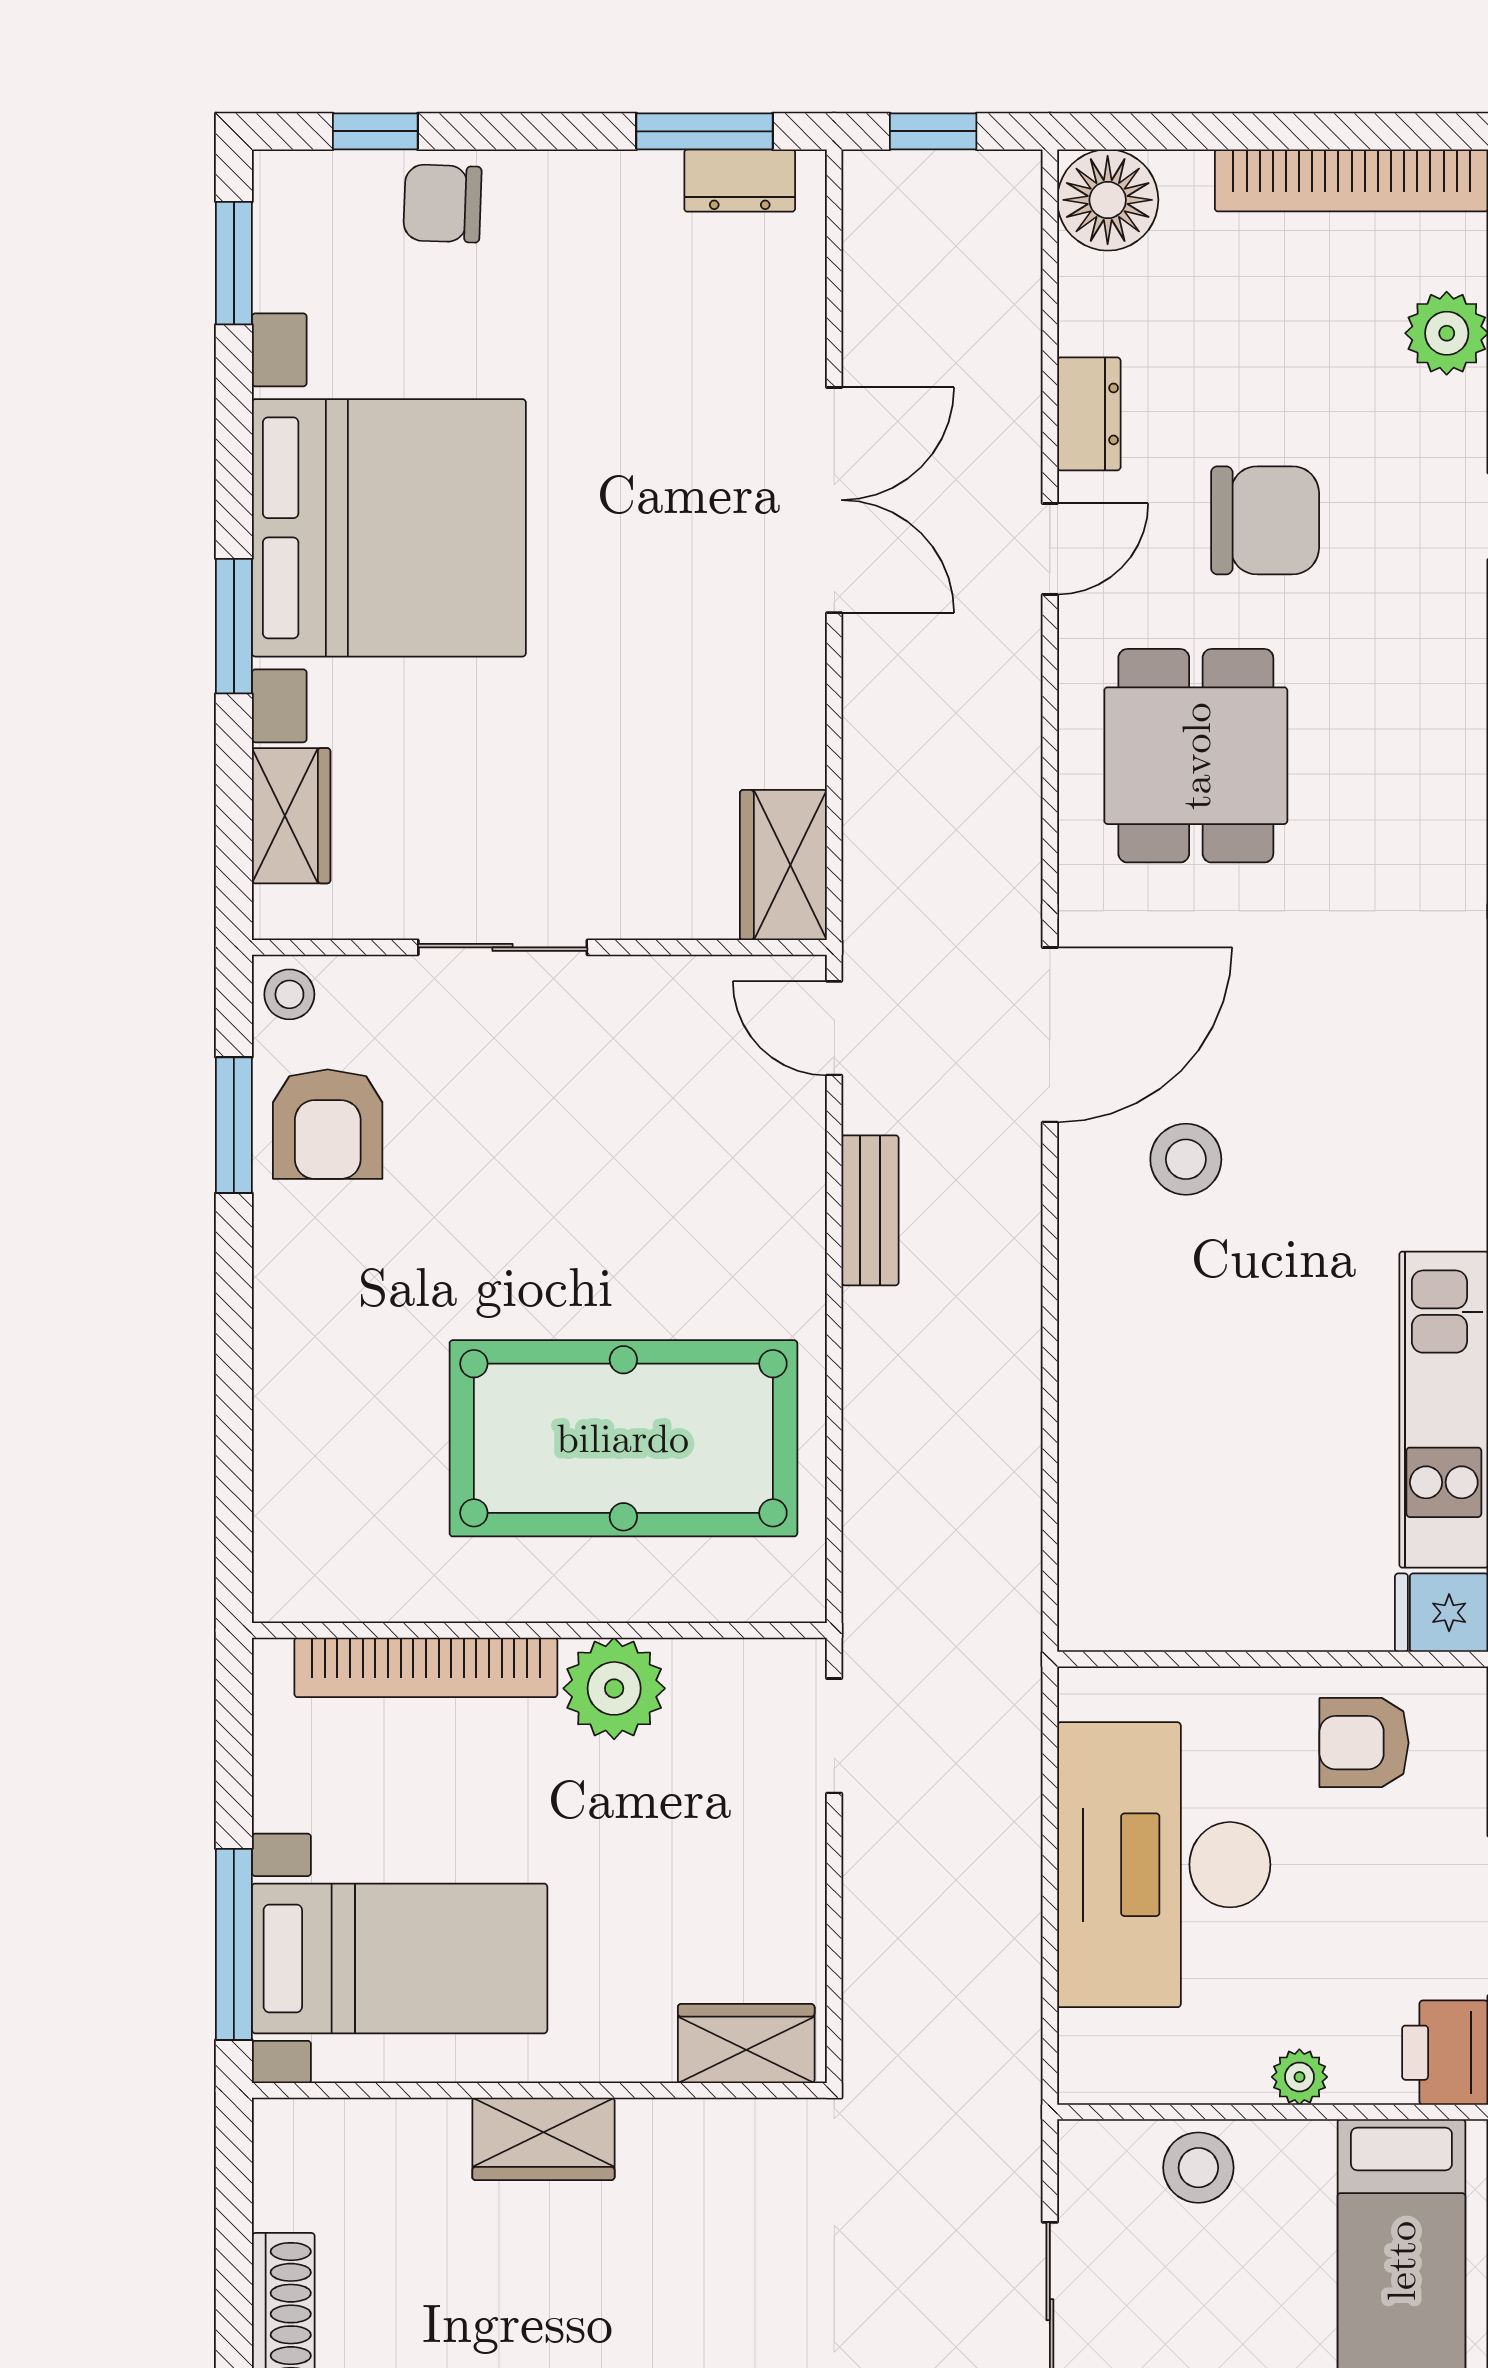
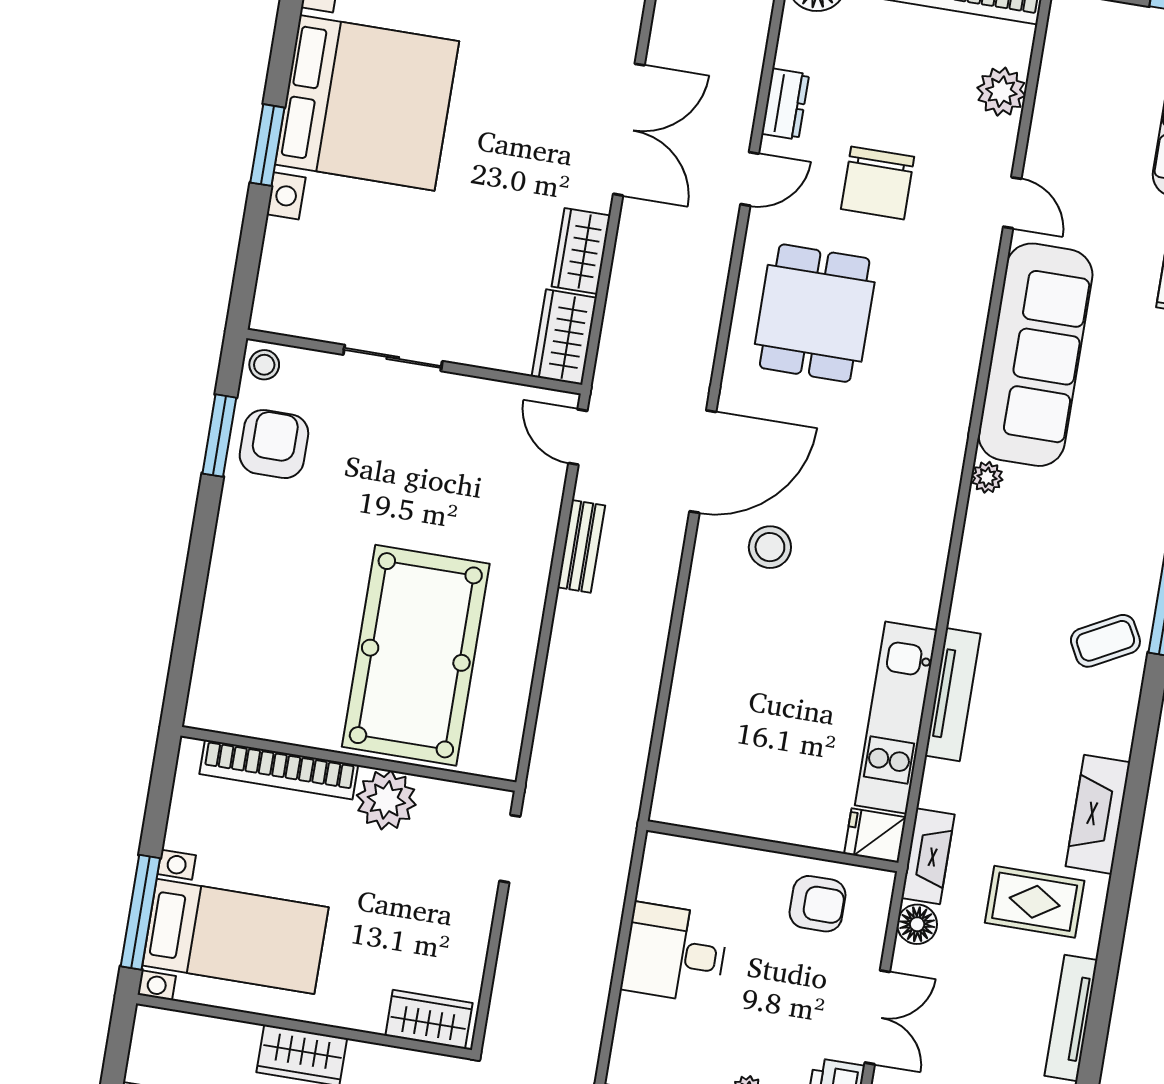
chair: (1265, 520) -> (878, 183), turned 90
wardrobe: (291, 816) -> (581, 251), moved, turned 180
armchair: (328, 1124) -> (274, 444), turned 180
pool table: (623, 1438) -> (416, 655), turned 90
armchair: (1364, 1743) -> (817, 904), turned 180
desk: (1164, 1865) -> (675, 953), width x0.53, depth x0.77

